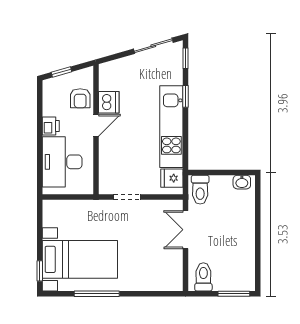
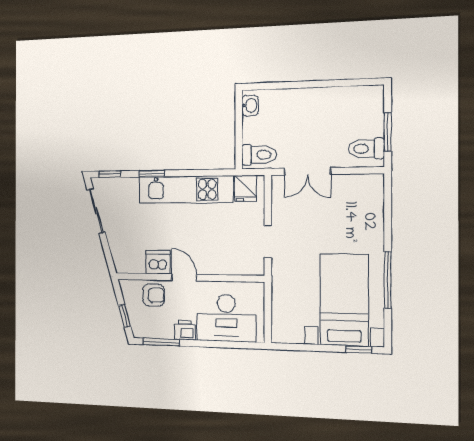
window: (40, 105) -> (161, 342), added
window: (234, 294) -> (388, 132), moved

